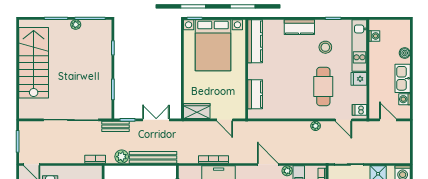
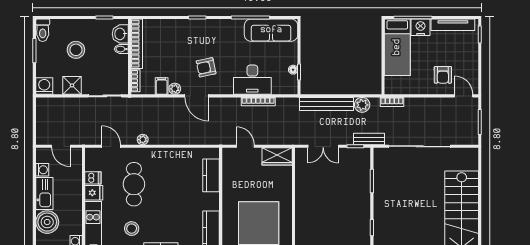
boiler: (405, 53) -> (47, 222), width x1.86, depth x1.86
dishwasher: (360, 110) -> (93, 178), moved

